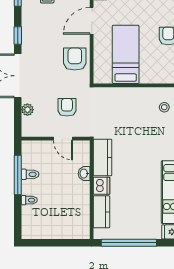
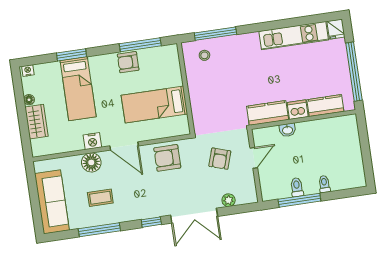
armchair: (67, 107) -> (220, 159), turned -72

